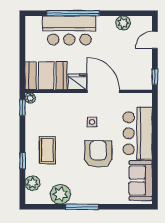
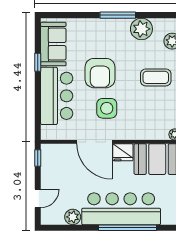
bar counter: (69, 30) -> (121, 209), width x1.36
side table: (92, 122) -> (107, 108), width x1.87, depth x1.87
coffee table: (47, 150) -> (156, 77), turned 90
window: (155, 164) -> (38, 62), added

